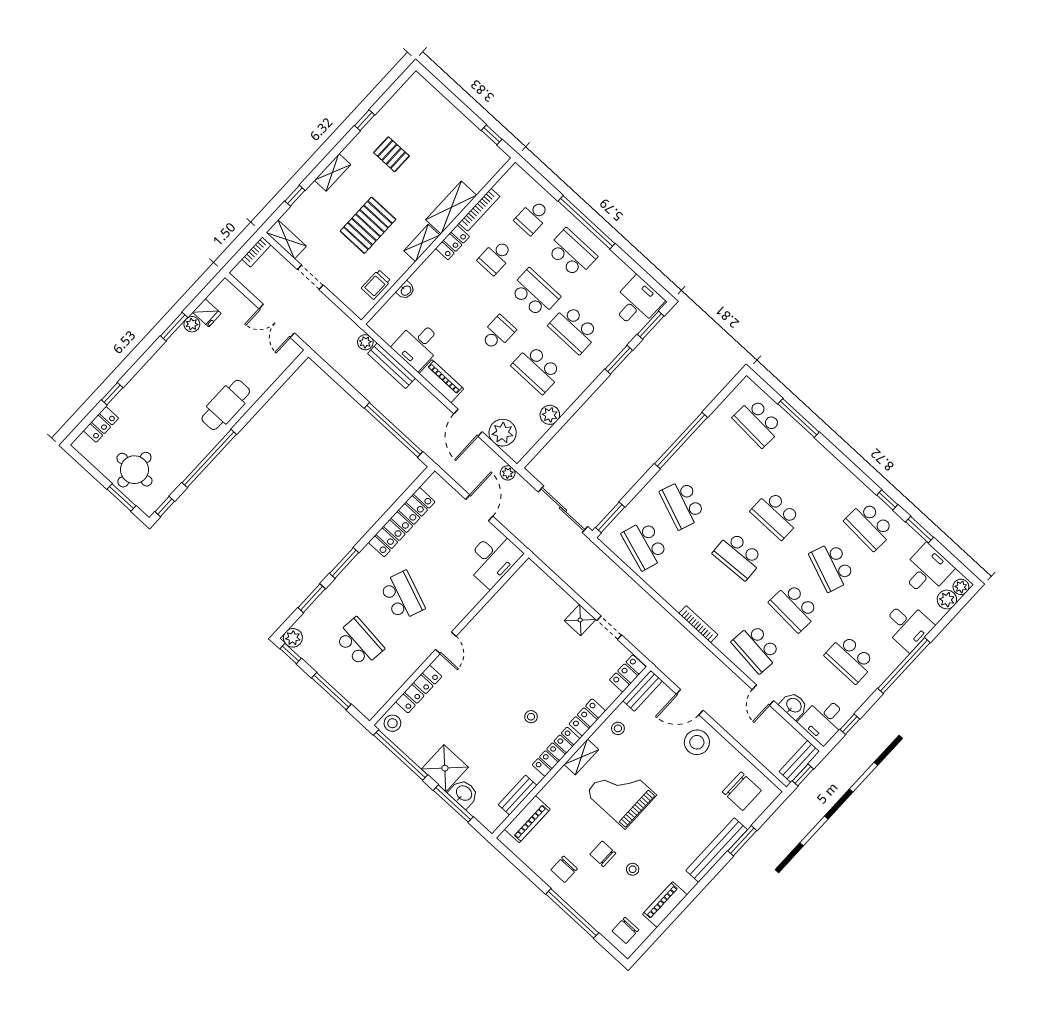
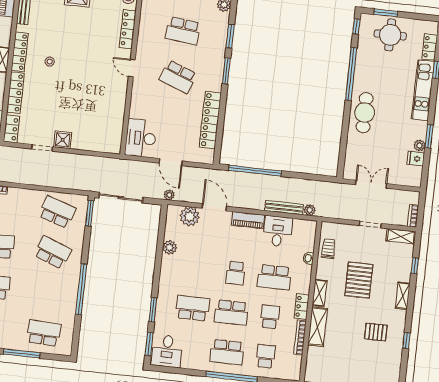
school desk: (537, 369) -> (274, 277), moved, turned 180
kitchen unit: (143, 382) -> (423, 90), added
locker: (587, 717) -> (15, 93), width x1.53

